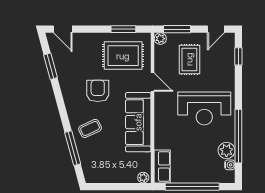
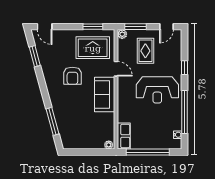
window: (238, 56) -> (184, 68), moved
armchair: (98, 91) -> (72, 76), turned 180
sofa: (138, 122) -> (105, 94), width x0.73
coffee table: (90, 128) -> (66, 106), removed
plant: (226, 150) -> (175, 123), removed

